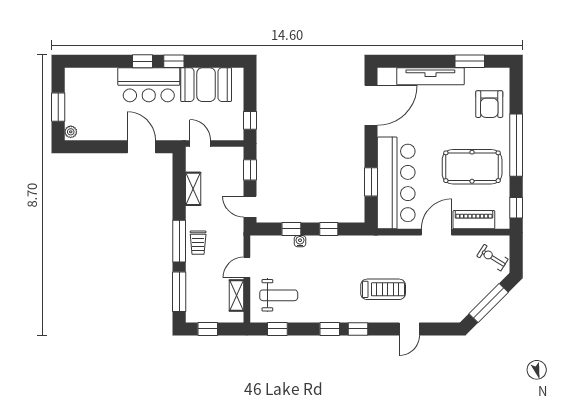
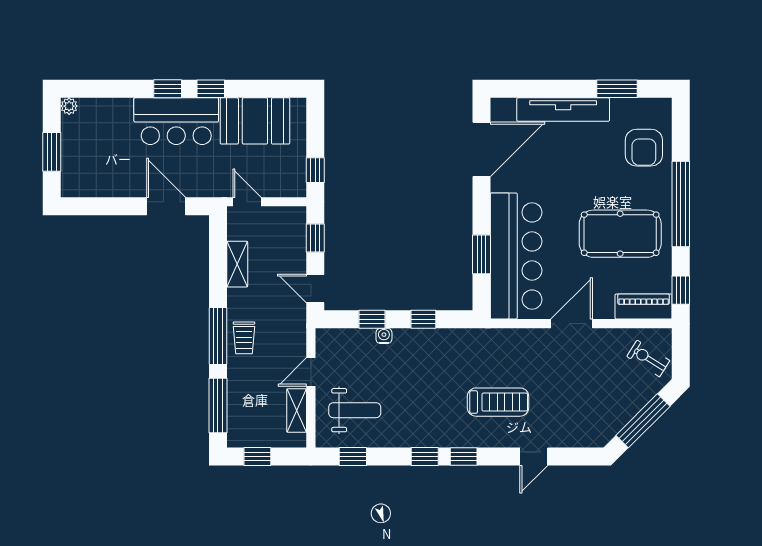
plant: (71, 132) -> (69, 106), moved
piano: (474, 220) -> (644, 306), moved

